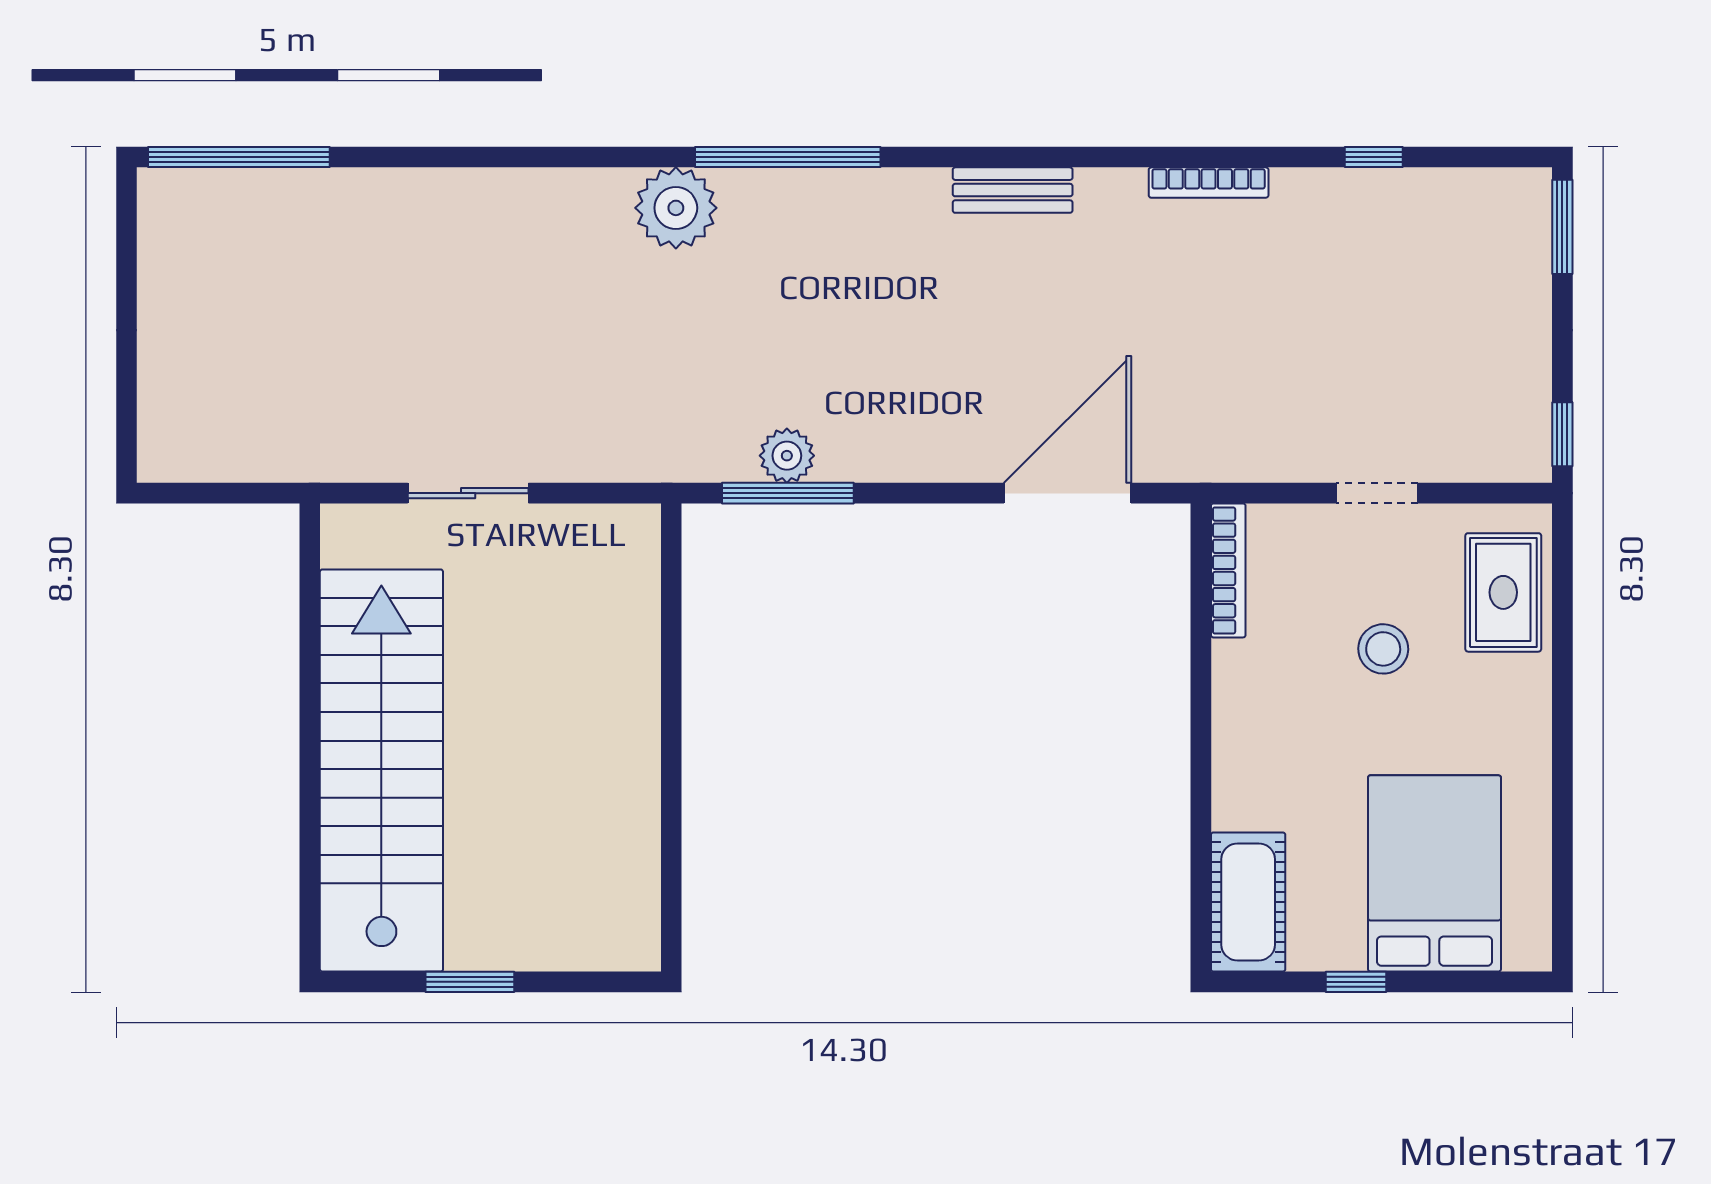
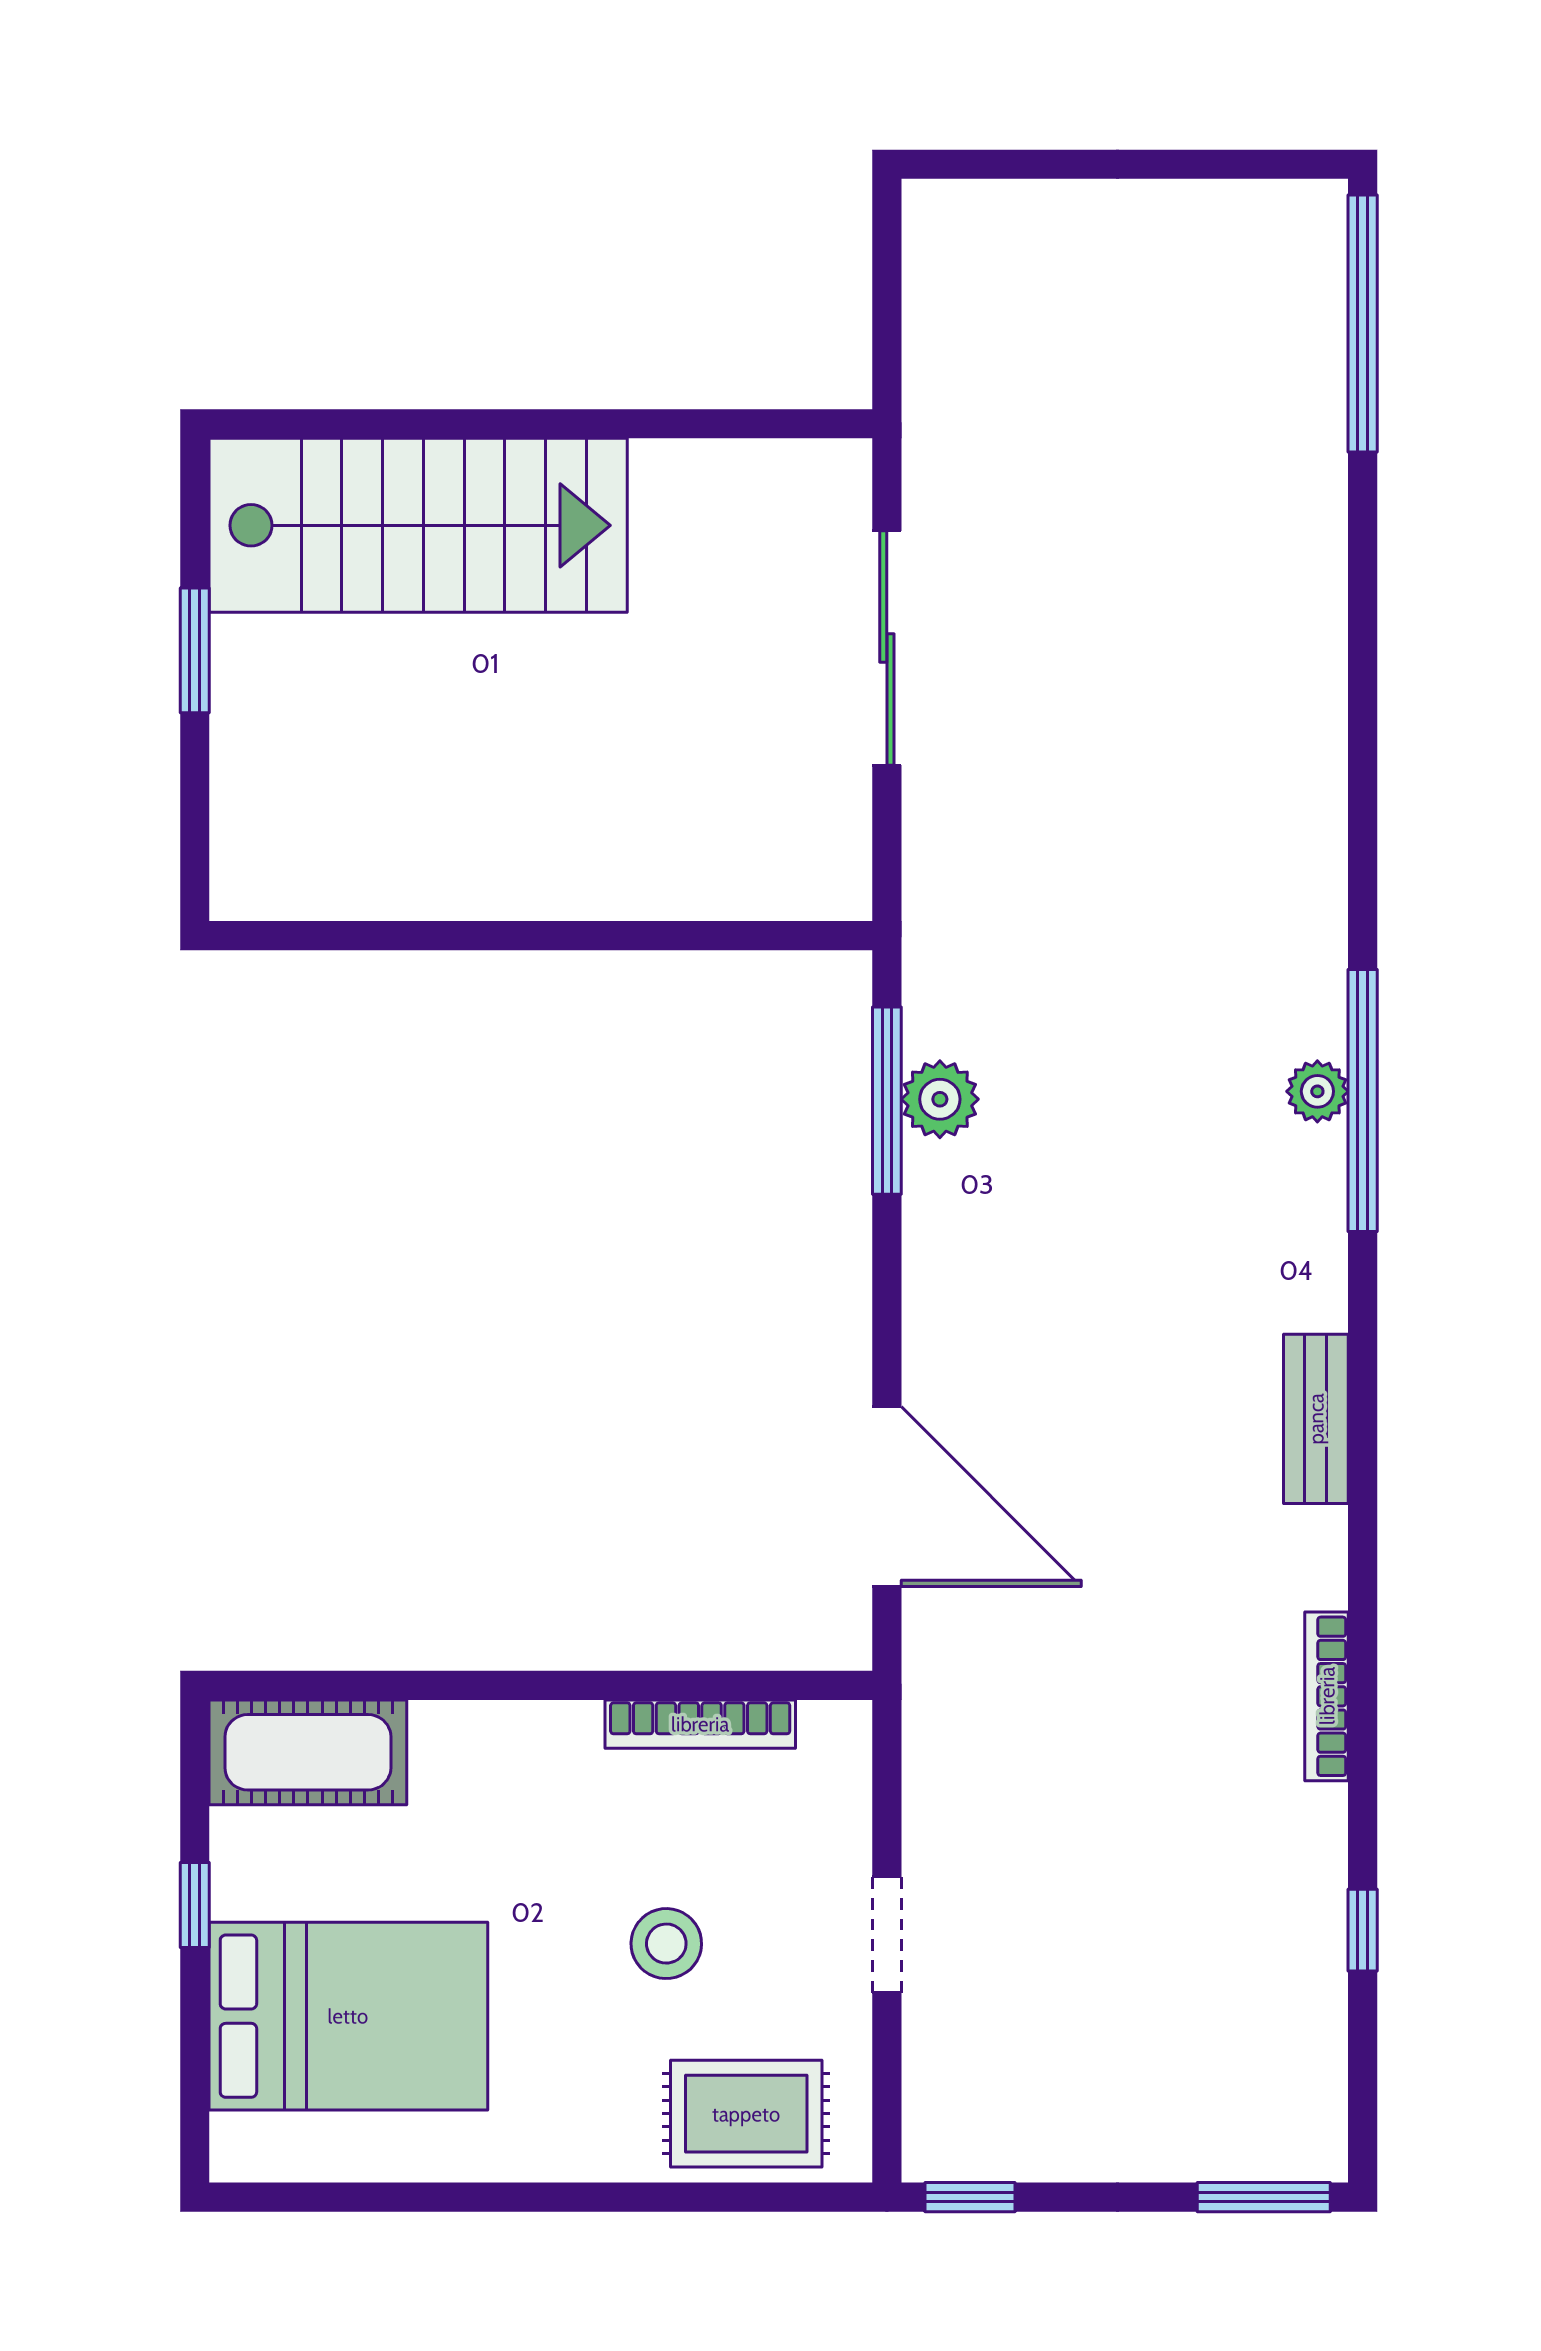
plant: (676, 208) -> (1317, 1091), moved, width x0.53, depth x0.53
sliding door: (468, 493) -> (887, 648), width x1.37
bookcase: (1228, 570) -> (700, 1724), moved
stairs: (381, 771) -> (418, 525), width x0.73

